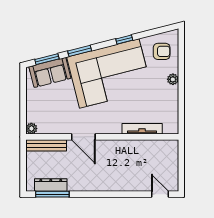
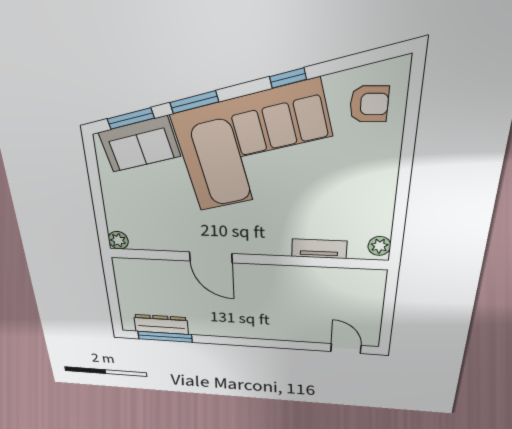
plant: (173, 79) -> (379, 246), moved
tv unit: (142, 129) -> (319, 249), width x0.71
bench: (46, 145) -> (147, 267), removed

